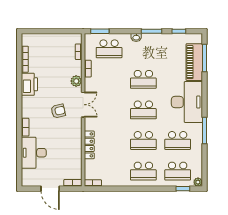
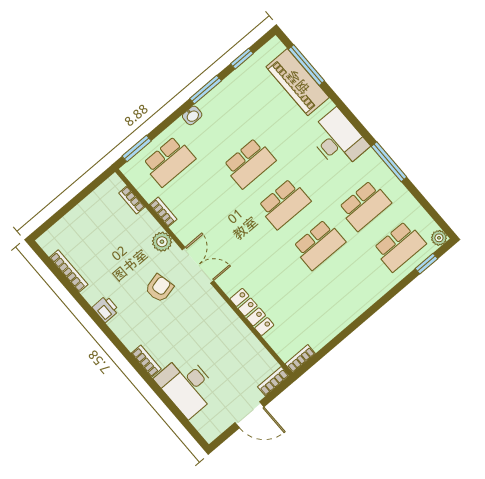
printer: (29, 84) -> (106, 309), width x0.53, depth x0.68
desk: (187, 102) -> (338, 140), width x0.73, depth x0.77
armchair: (58, 111) -> (159, 288), moved
school desk: (143, 171) -> (354, 285), removed

